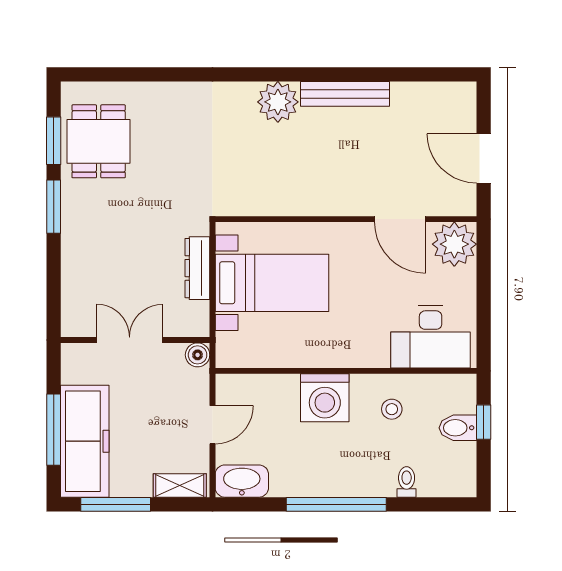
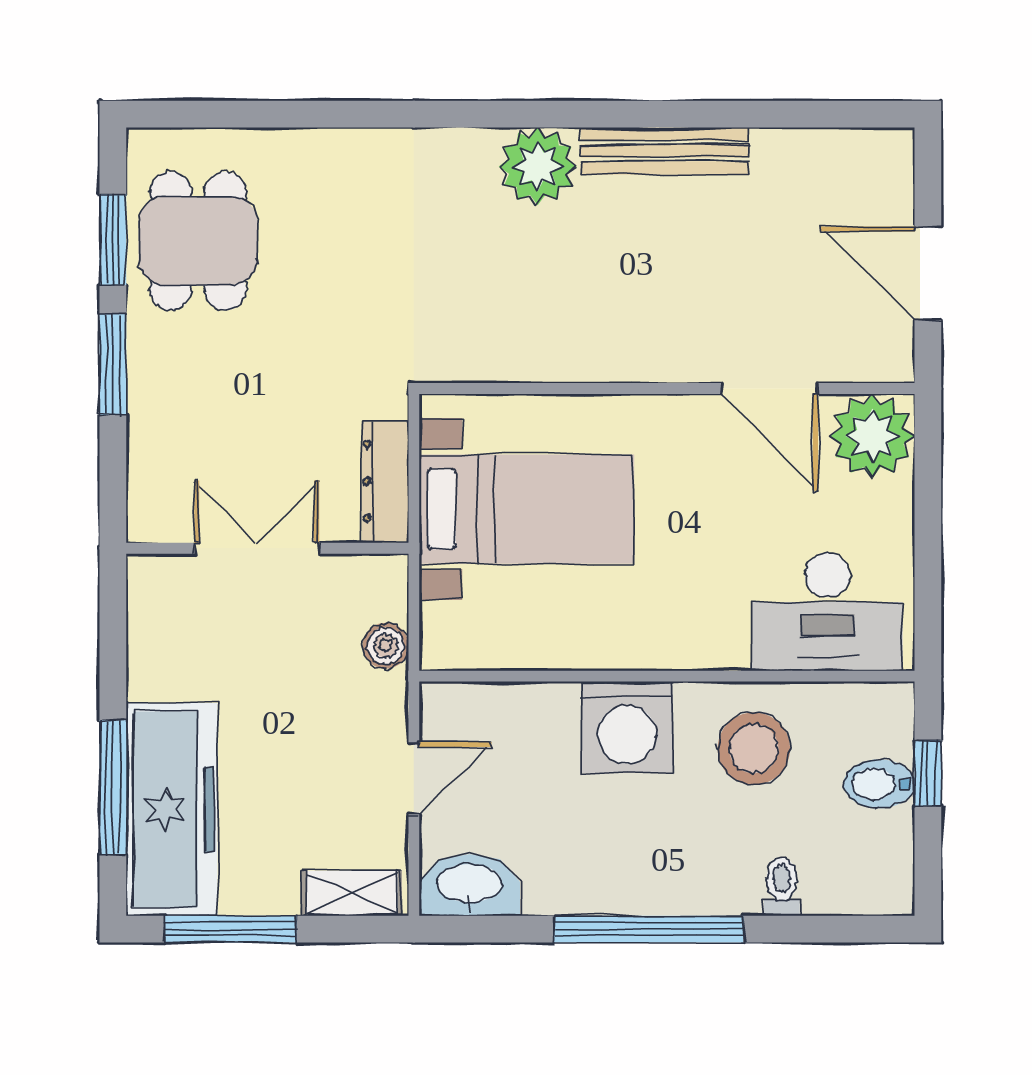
double door: (130, 340) -> (257, 548), moved
wall: (135, 340) -> (267, 548), moved
stool: (392, 409) -> (754, 749), width x1.89, depth x1.89

